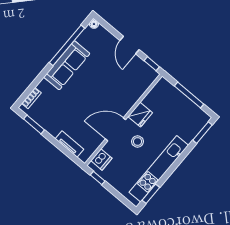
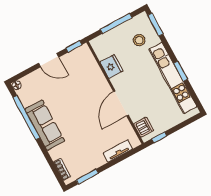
fridge: (140, 115) -> (112, 66), moved
stool: (138, 141) -> (139, 40), moved
window: (151, 194) -> (181, 71), moved

